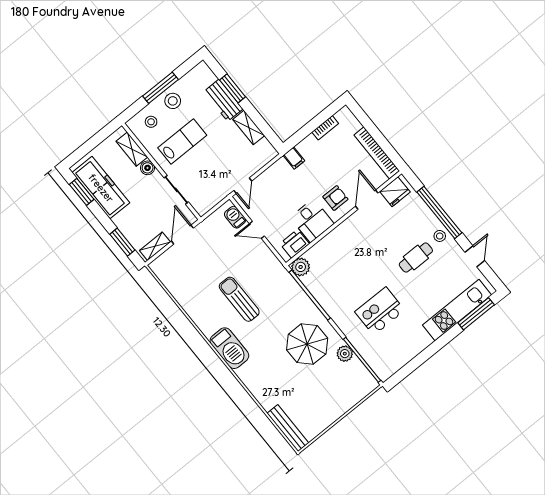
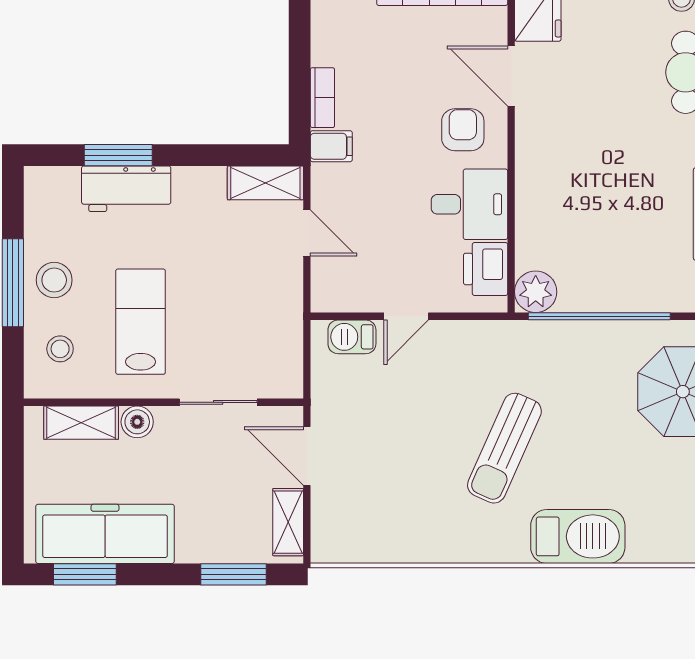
shelving: (249, 127) -> (265, 183), moved
bookcase: (325, 128) -> (322, 98), moved
door: (243, 186) -> (307, 233), moved
sun lounger: (239, 299) -> (504, 448), turned -66

